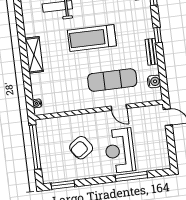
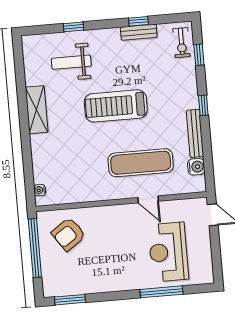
bench: (152, 52) -> (195, 133), width x1.36
shelving: (34, 55) -> (37, 110), moved
armchair: (81, 148) -> (69, 234), moved
reception desk: (120, 151) -> (168, 252), moved

